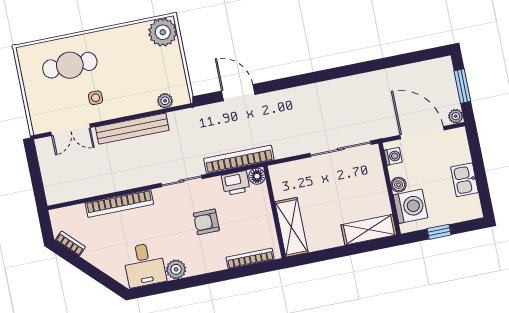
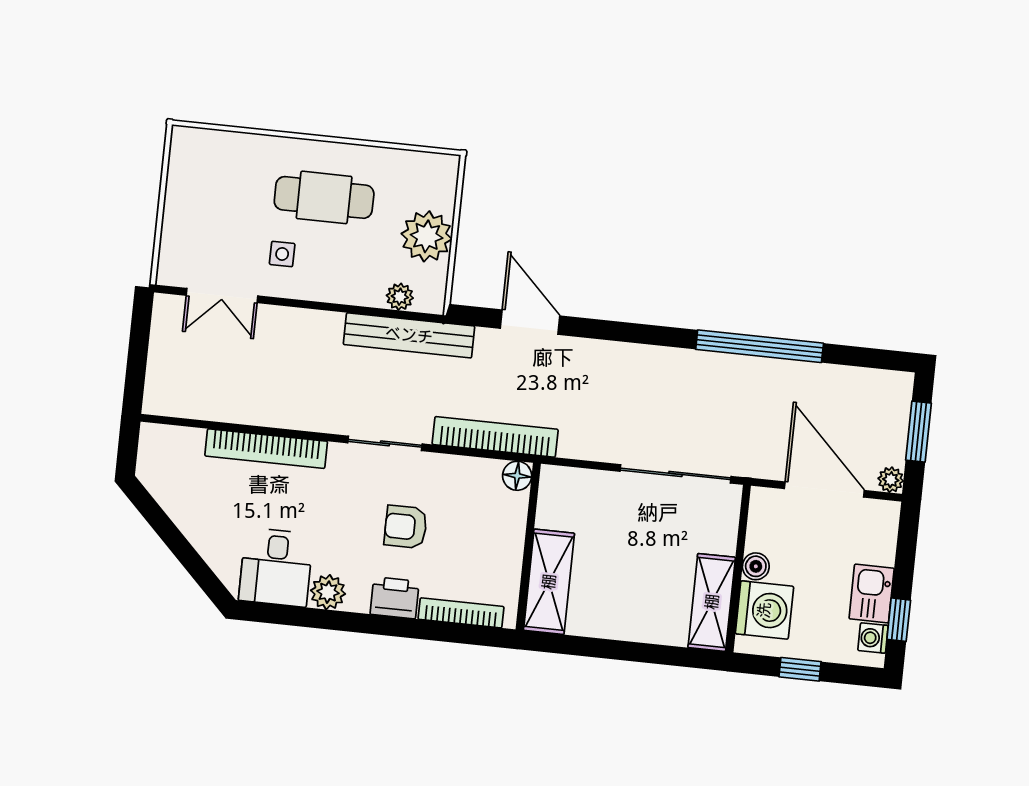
plant: (163, 32) -> (427, 236), moved
cafe table: (70, 65) -> (324, 197), moved
window: (364, 67) -> (760, 346), added
bench: (132, 129) -> (409, 335), moved
washing machine: (393, 156) -> (873, 638), moved, turned 180
printer: (236, 183) -> (395, 598), moved, turned 180
window: (483, 189) -> (899, 620), added
shelving: (369, 230) -> (712, 602), moved, turned 90
bookcase: (70, 243) -> (160, 491), removed

